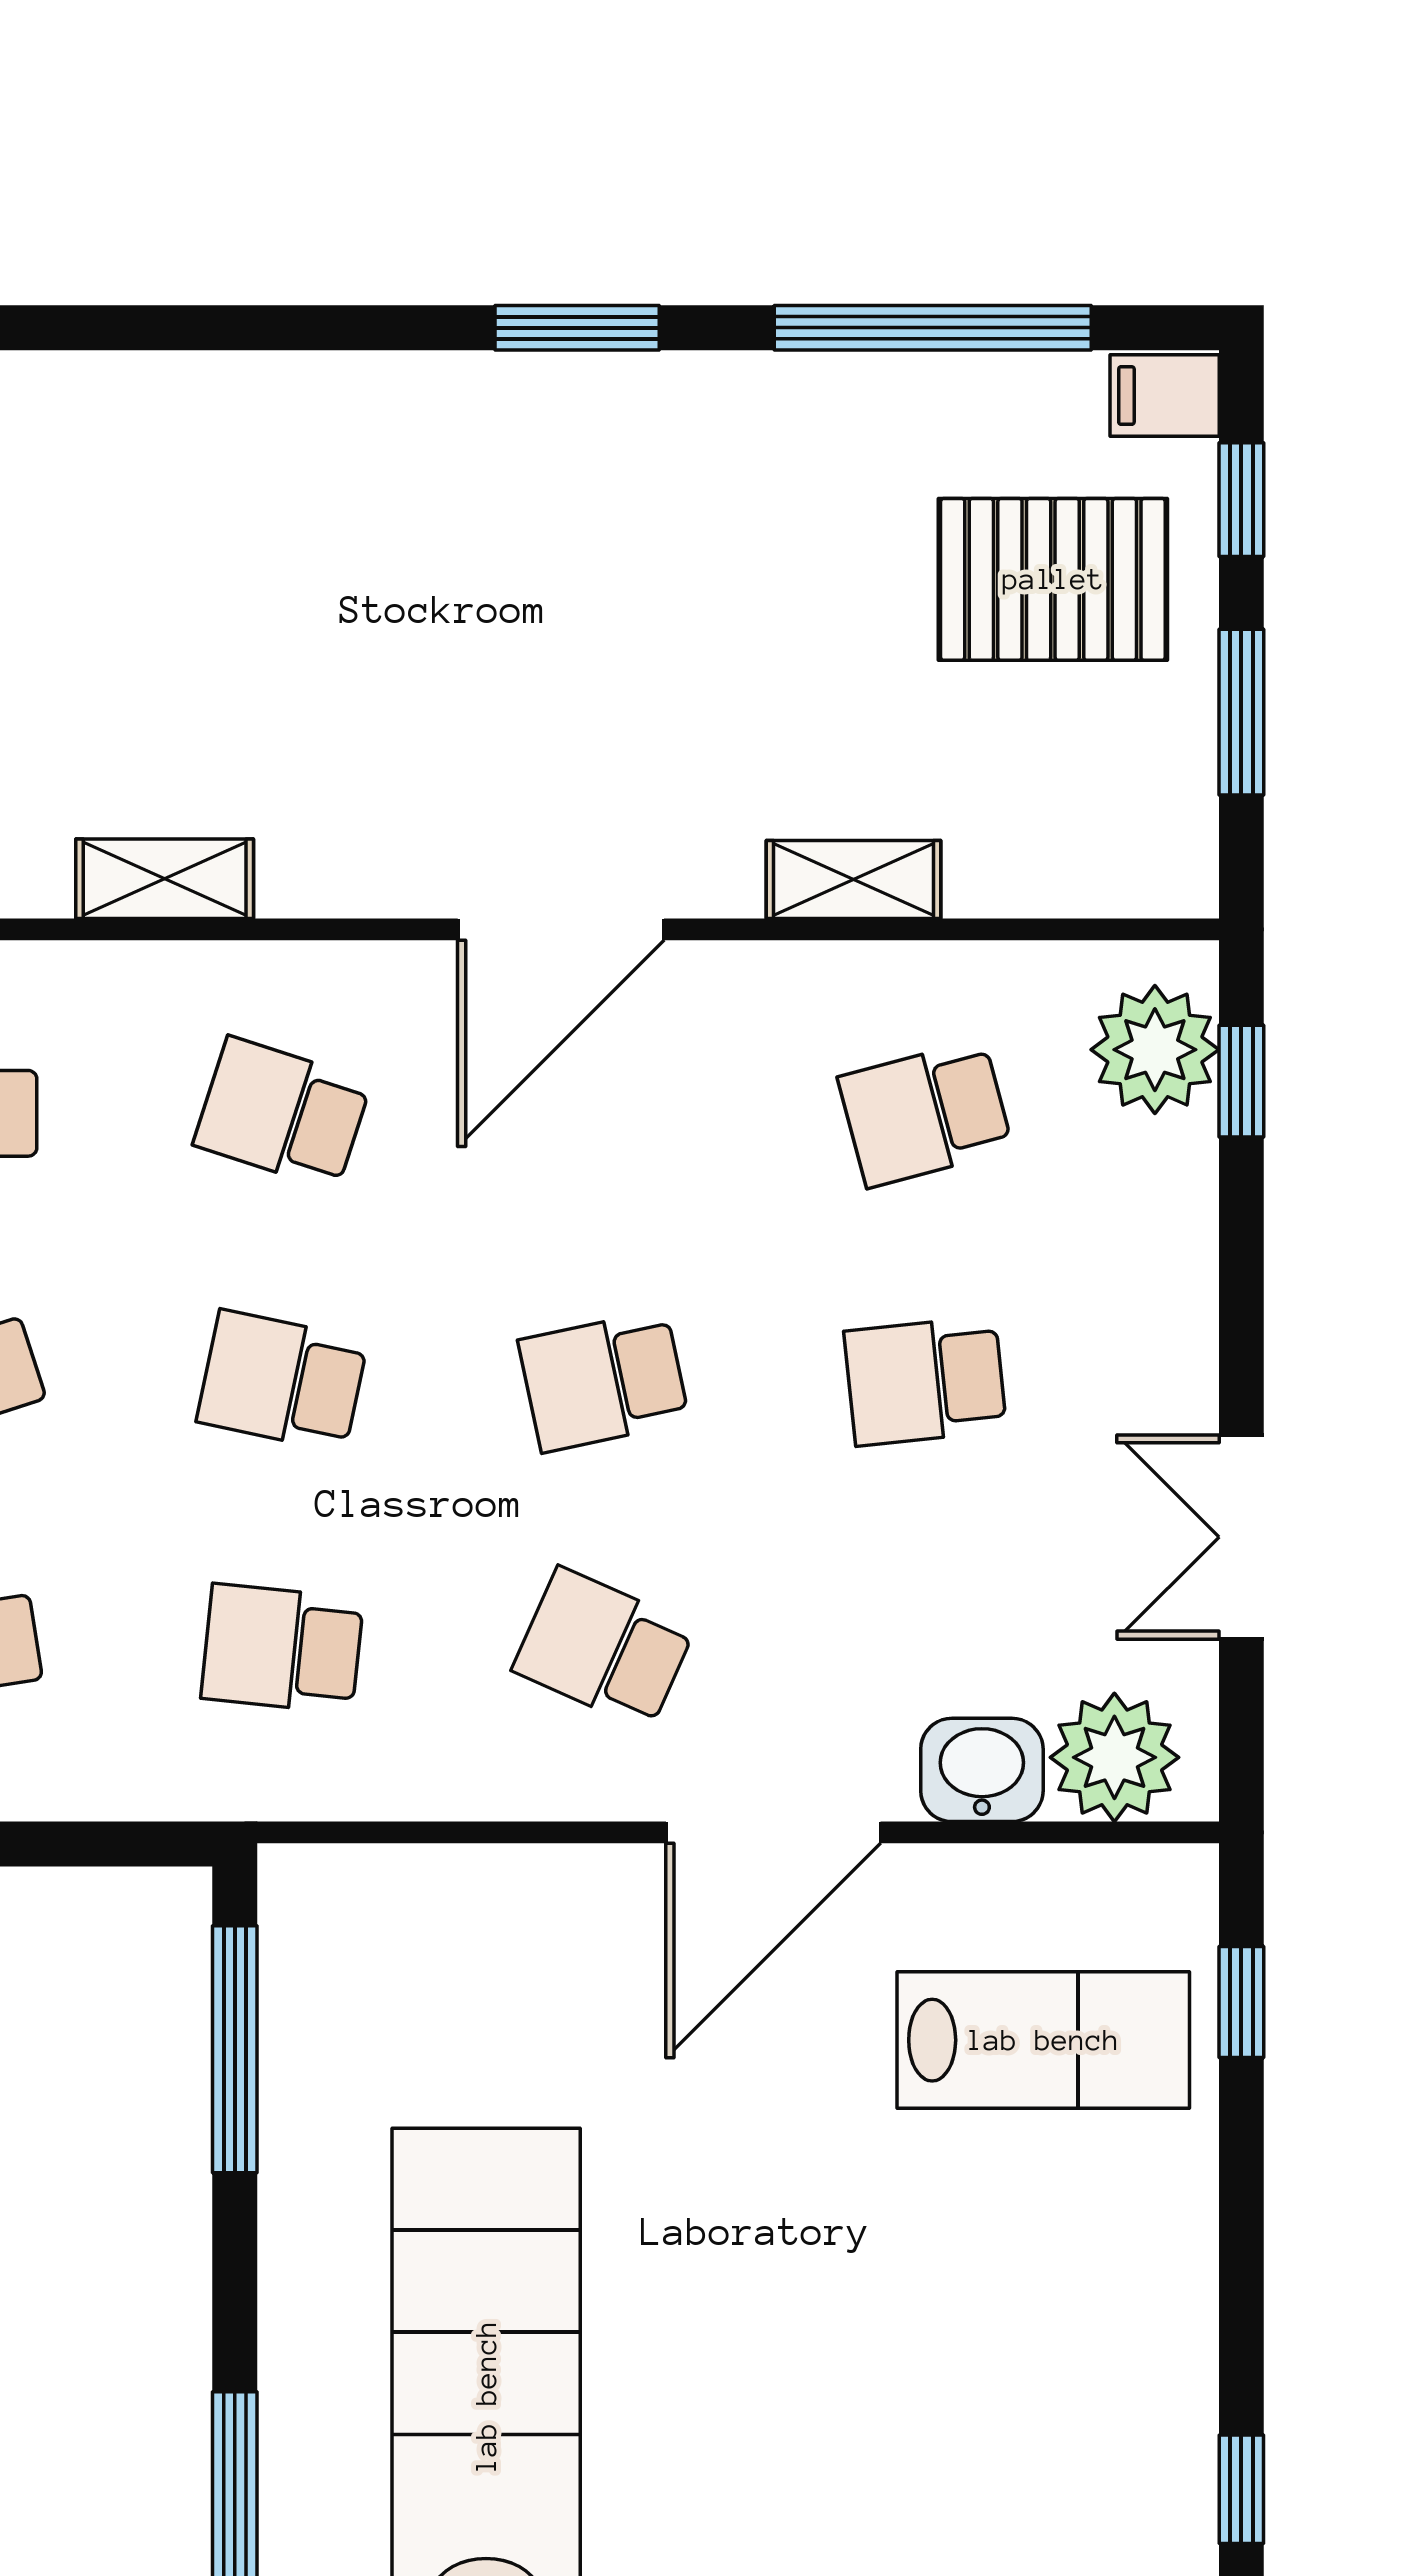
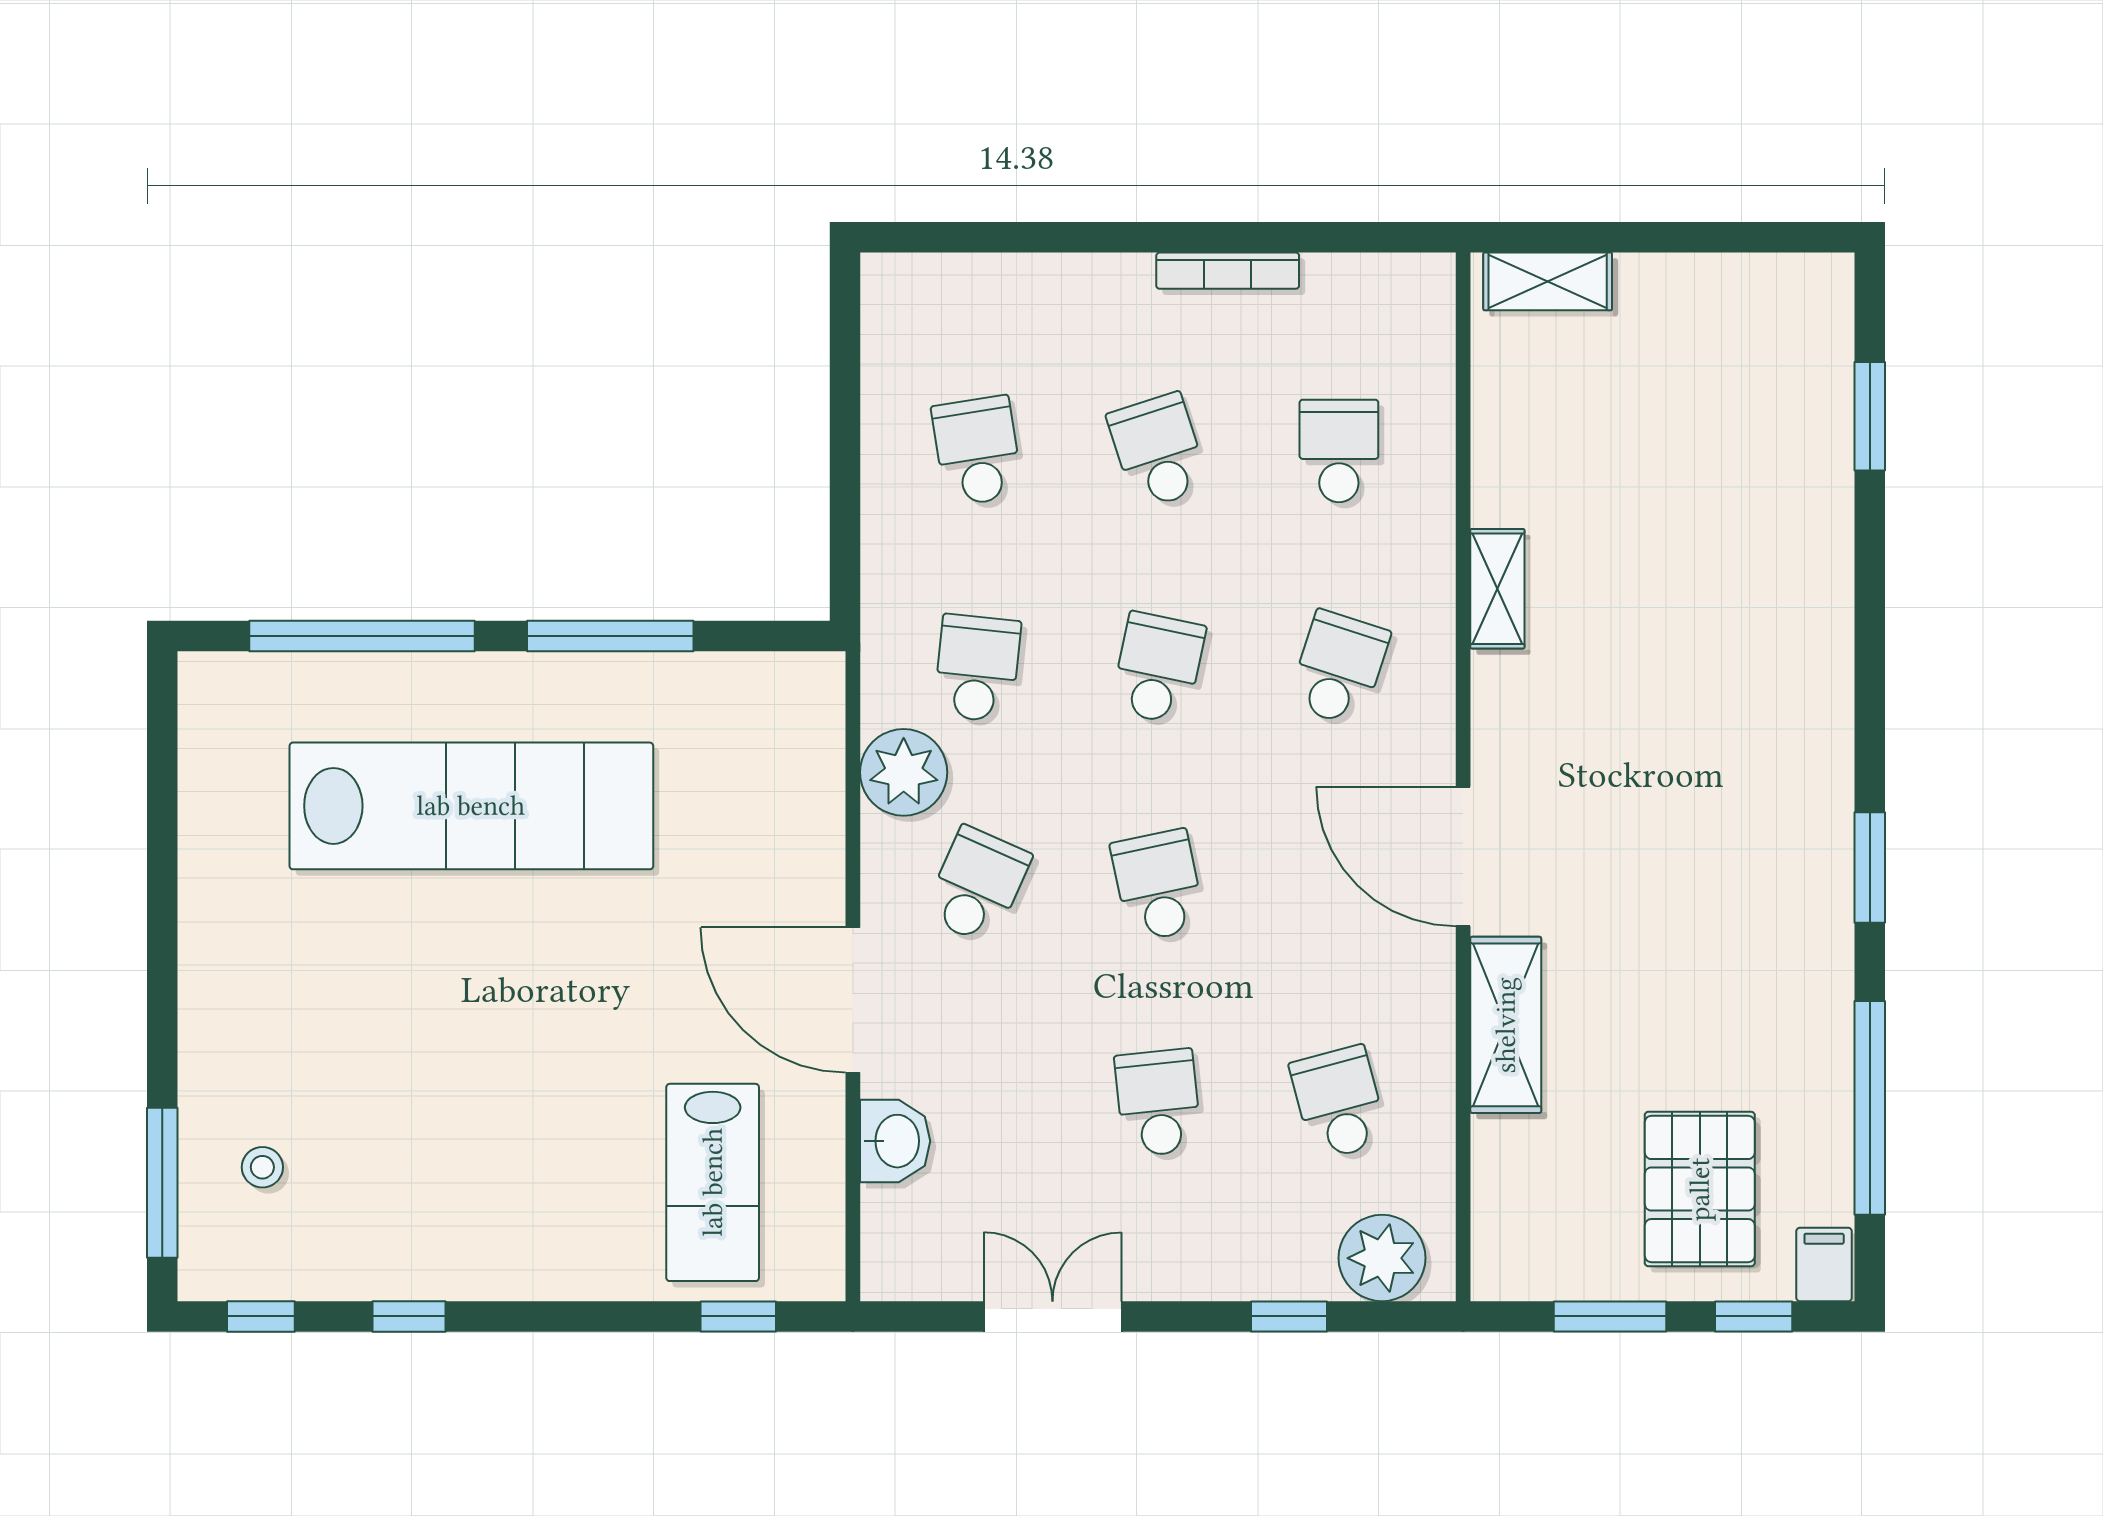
shelving: (853, 879) -> (1506, 1025), width x1.50, depth x1.33
window: (1241, 1081) -> (1289, 1316), moved
plant: (1114, 1757) -> (904, 772), moved
window: (235, 2049) -> (610, 636), moved

